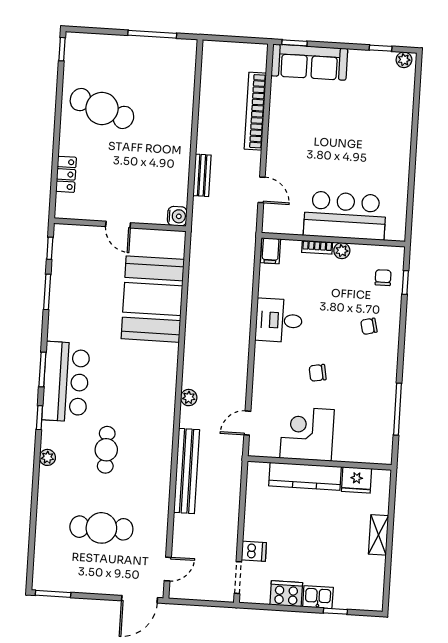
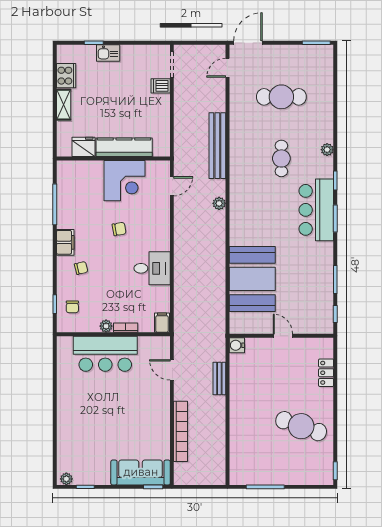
filing cabinet: (387, 360) -> (65, 242), added
cooker: (286, 594) -> (66, 76), moved, turned -90

